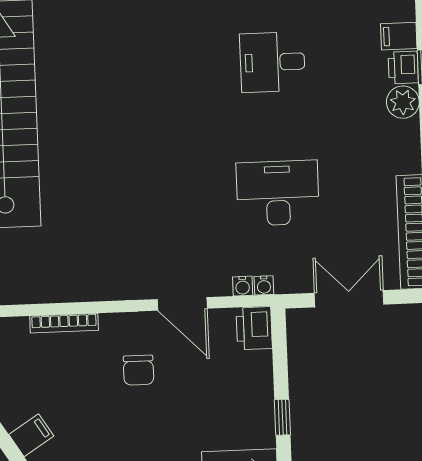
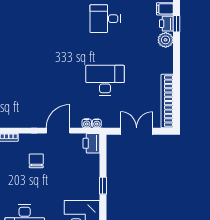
door: (182, 304) -> (58, 131), swing flipped
chair: (139, 370) -> (36, 161), turned 180

